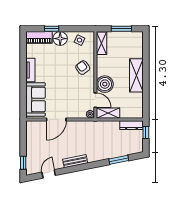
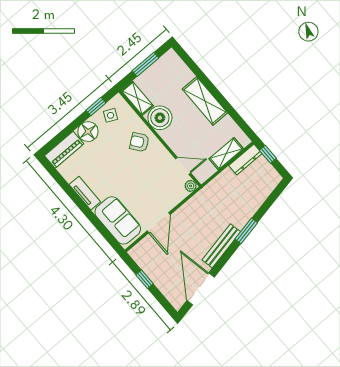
window: (52, 29) -> (96, 107), moved
boiler: (105, 84) -> (160, 118), moved
shelving: (108, 113) -> (226, 154), moved
window: (119, 160) -> (246, 231), moved
bench: (75, 161) -> (221, 246), width x1.36
window: (23, 163) -> (144, 279), moved
door: (49, 174) -> (201, 289), width x1.87

